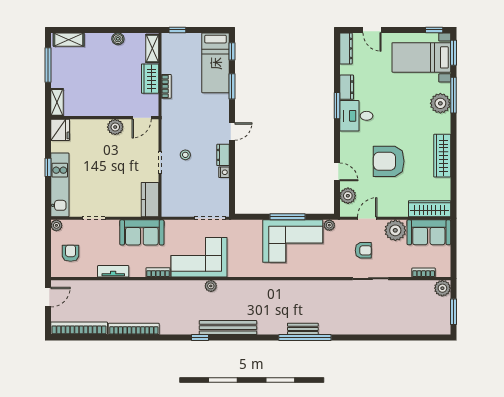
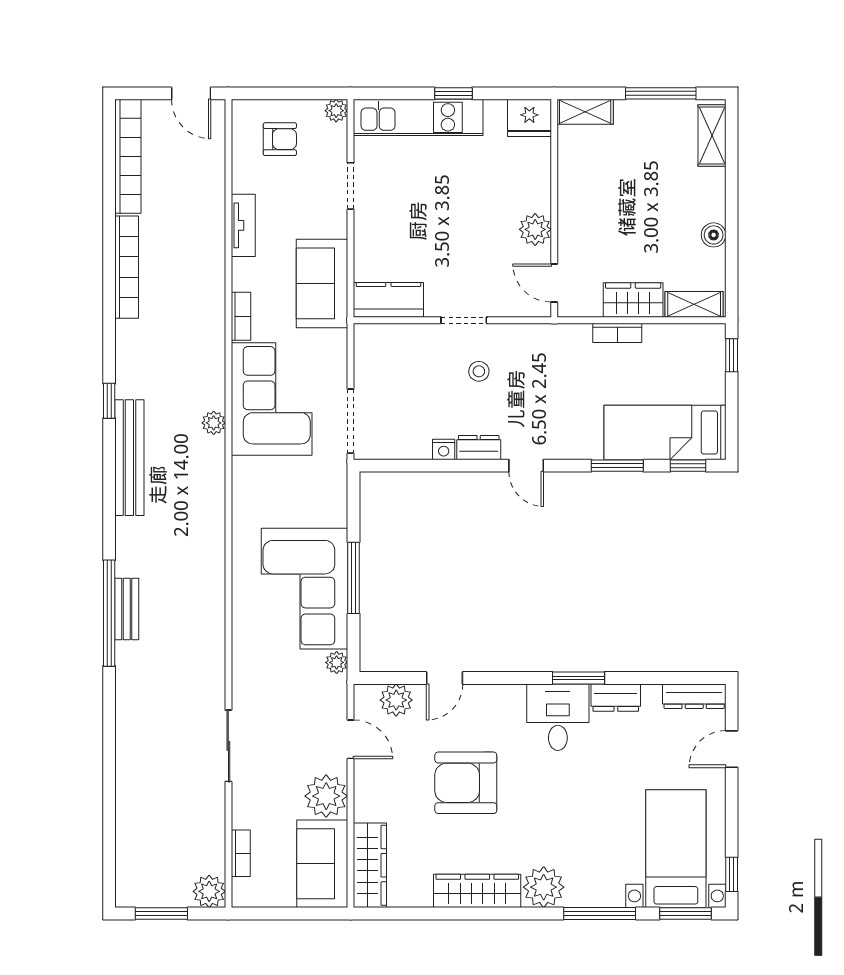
plant: (440, 103) -> (544, 887), moved
armchair: (389, 161) -> (466, 783), turned -90
armchair: (363, 250) -> (286, 731), removed

